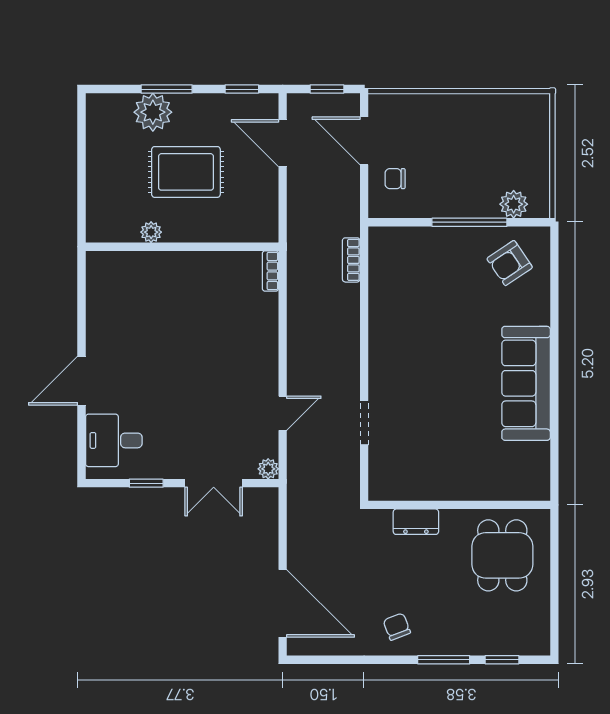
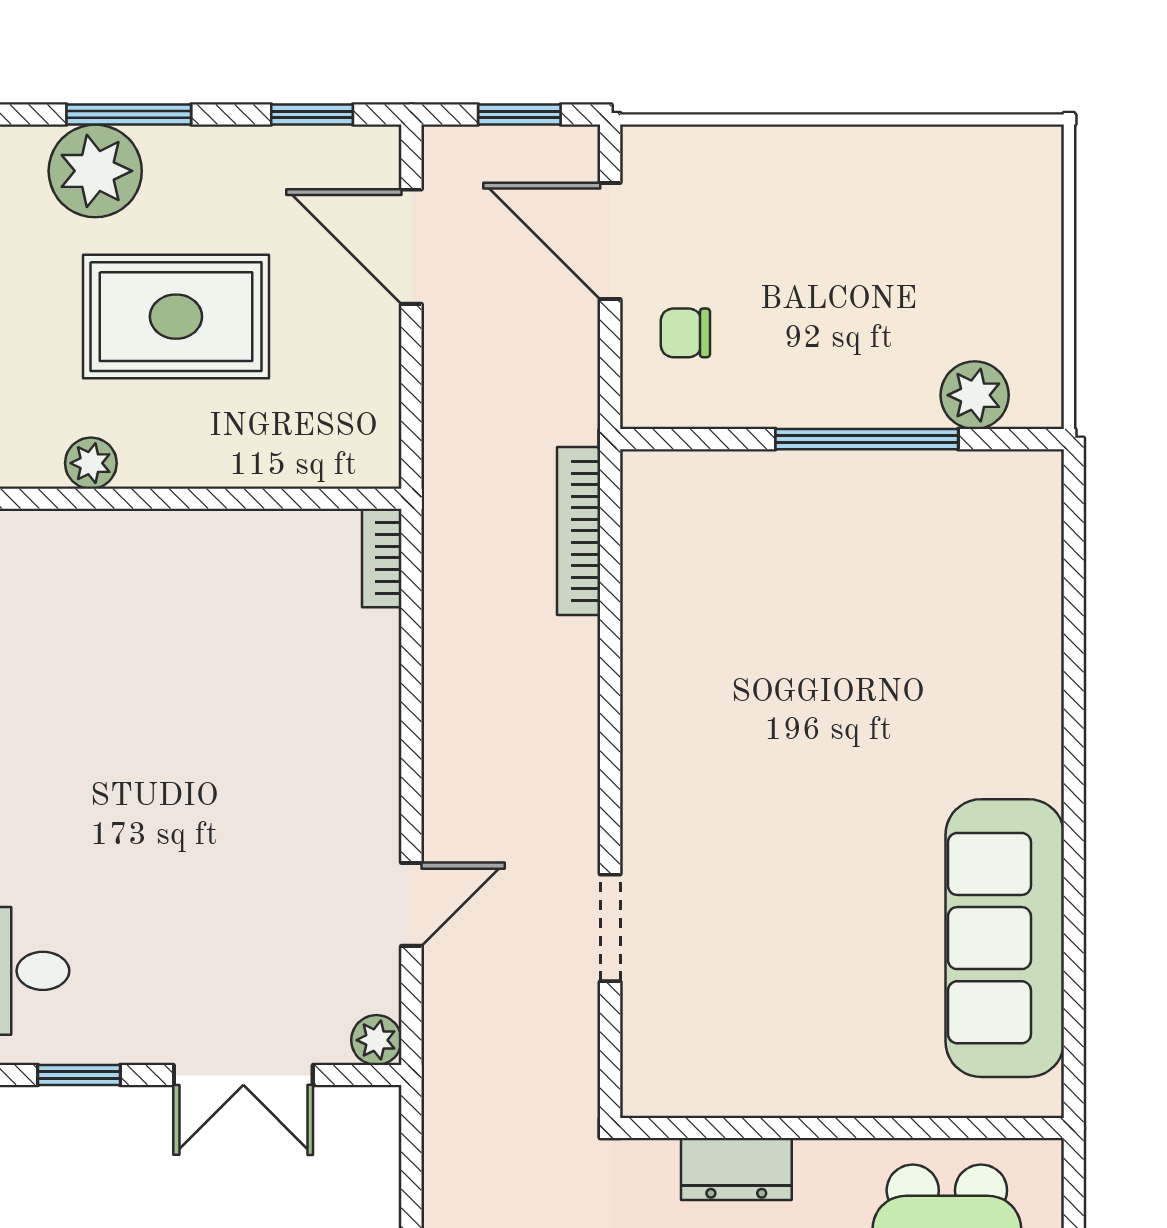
bookcase: (351, 260) -> (579, 531), width x1.56
armchair: (510, 263) -> (965, 539), removed
sofa: (526, 383) -> (1005, 938), moved

